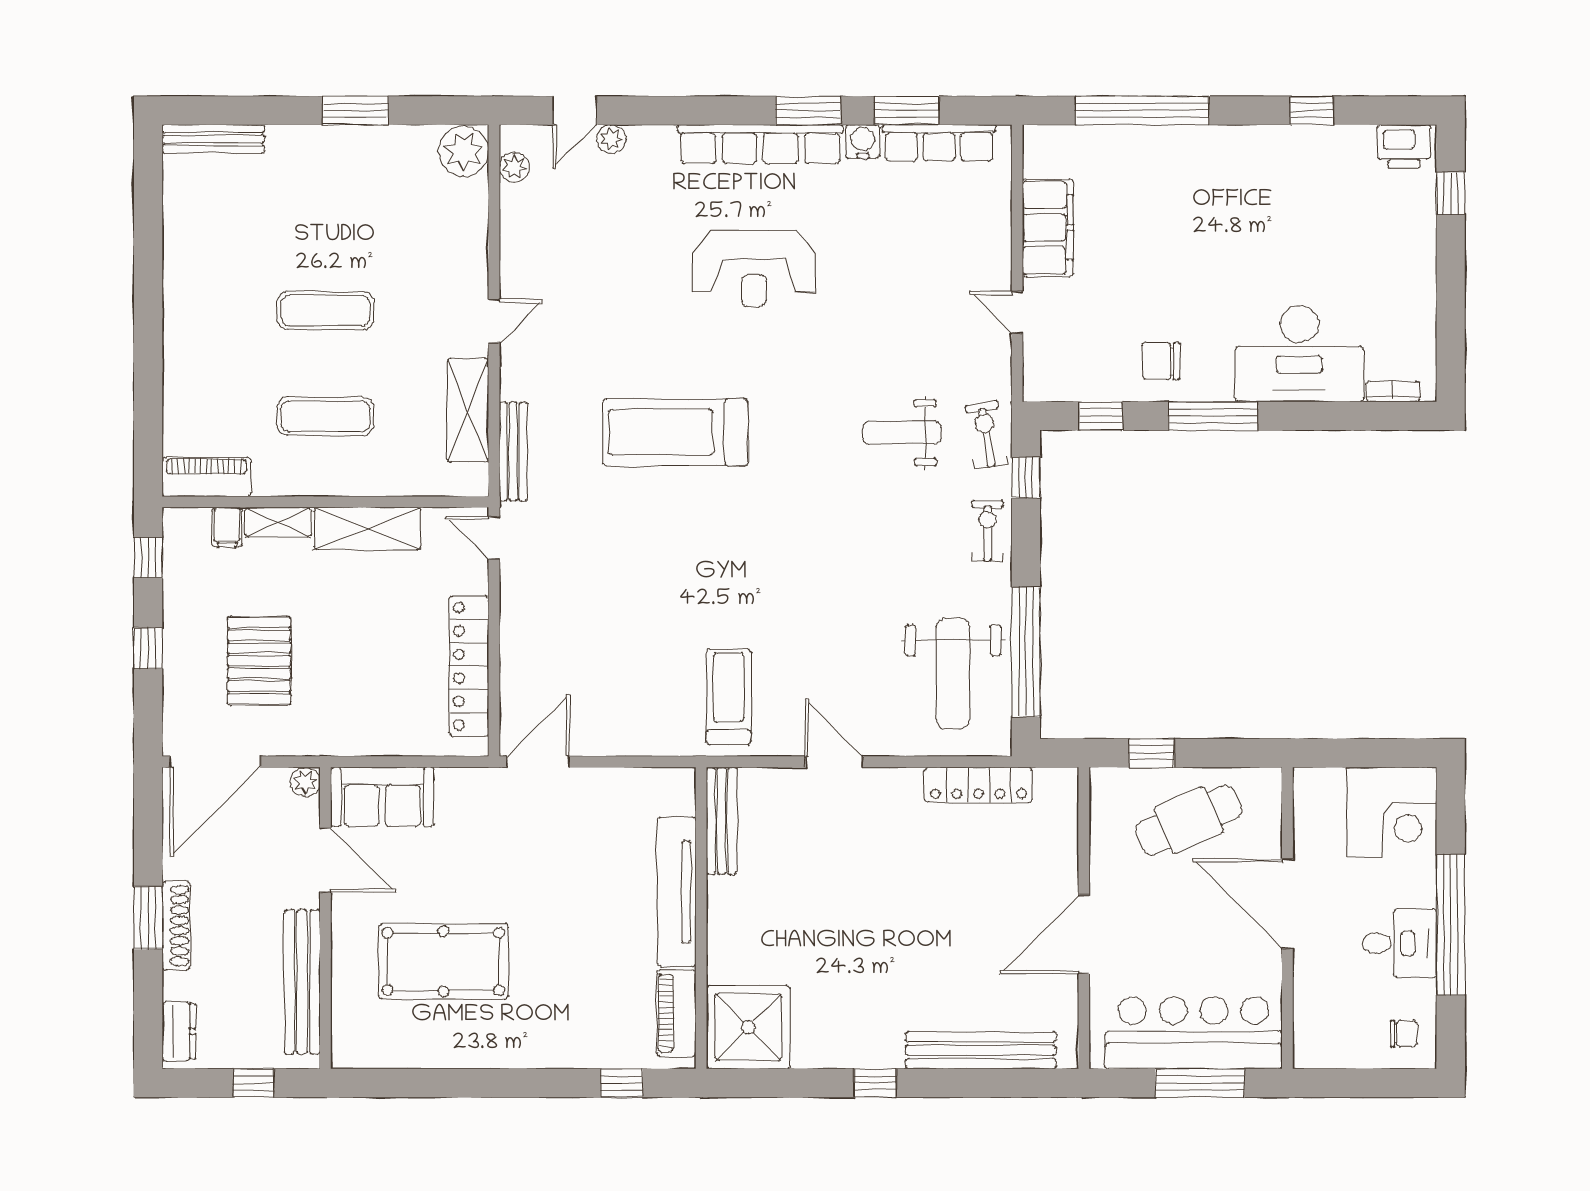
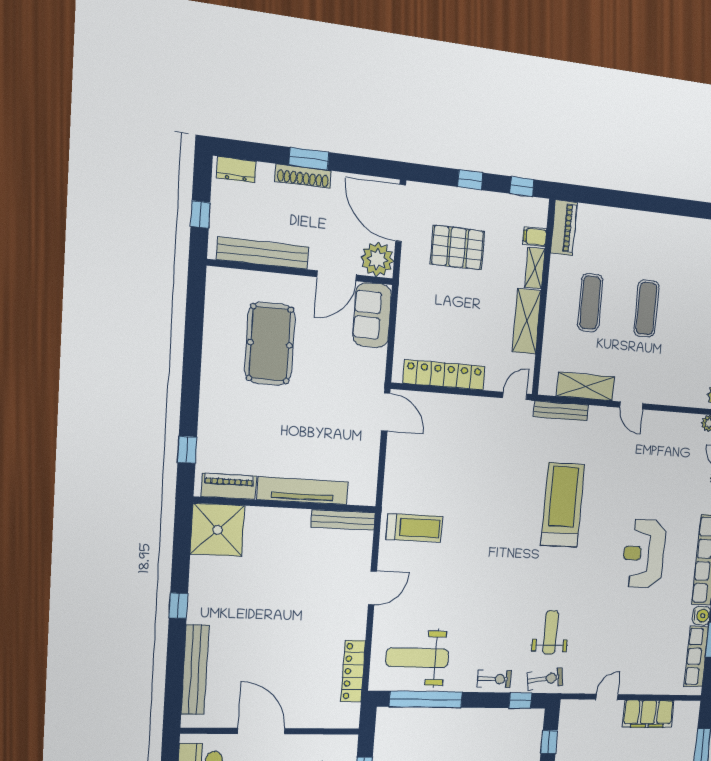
plant: (305, 782) -> (377, 259), width x1.87, depth x1.87

